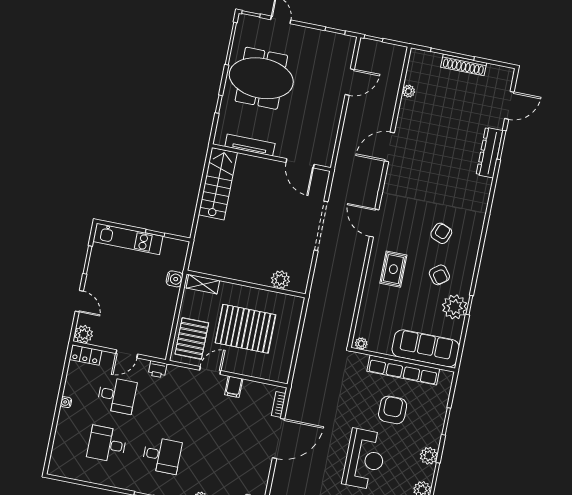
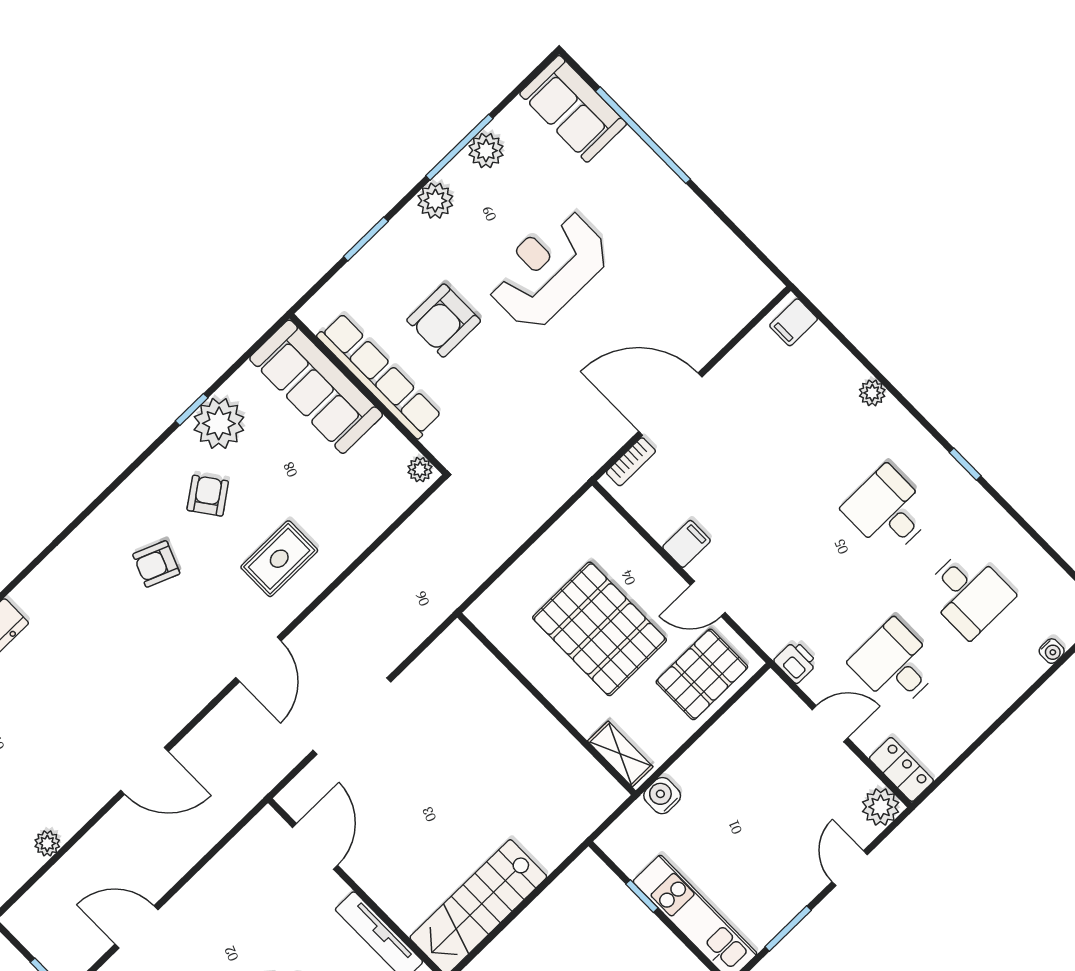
plant: (280, 280) -> (483, 672), removed
water cooler: (66, 402) -> (1052, 651), moved

